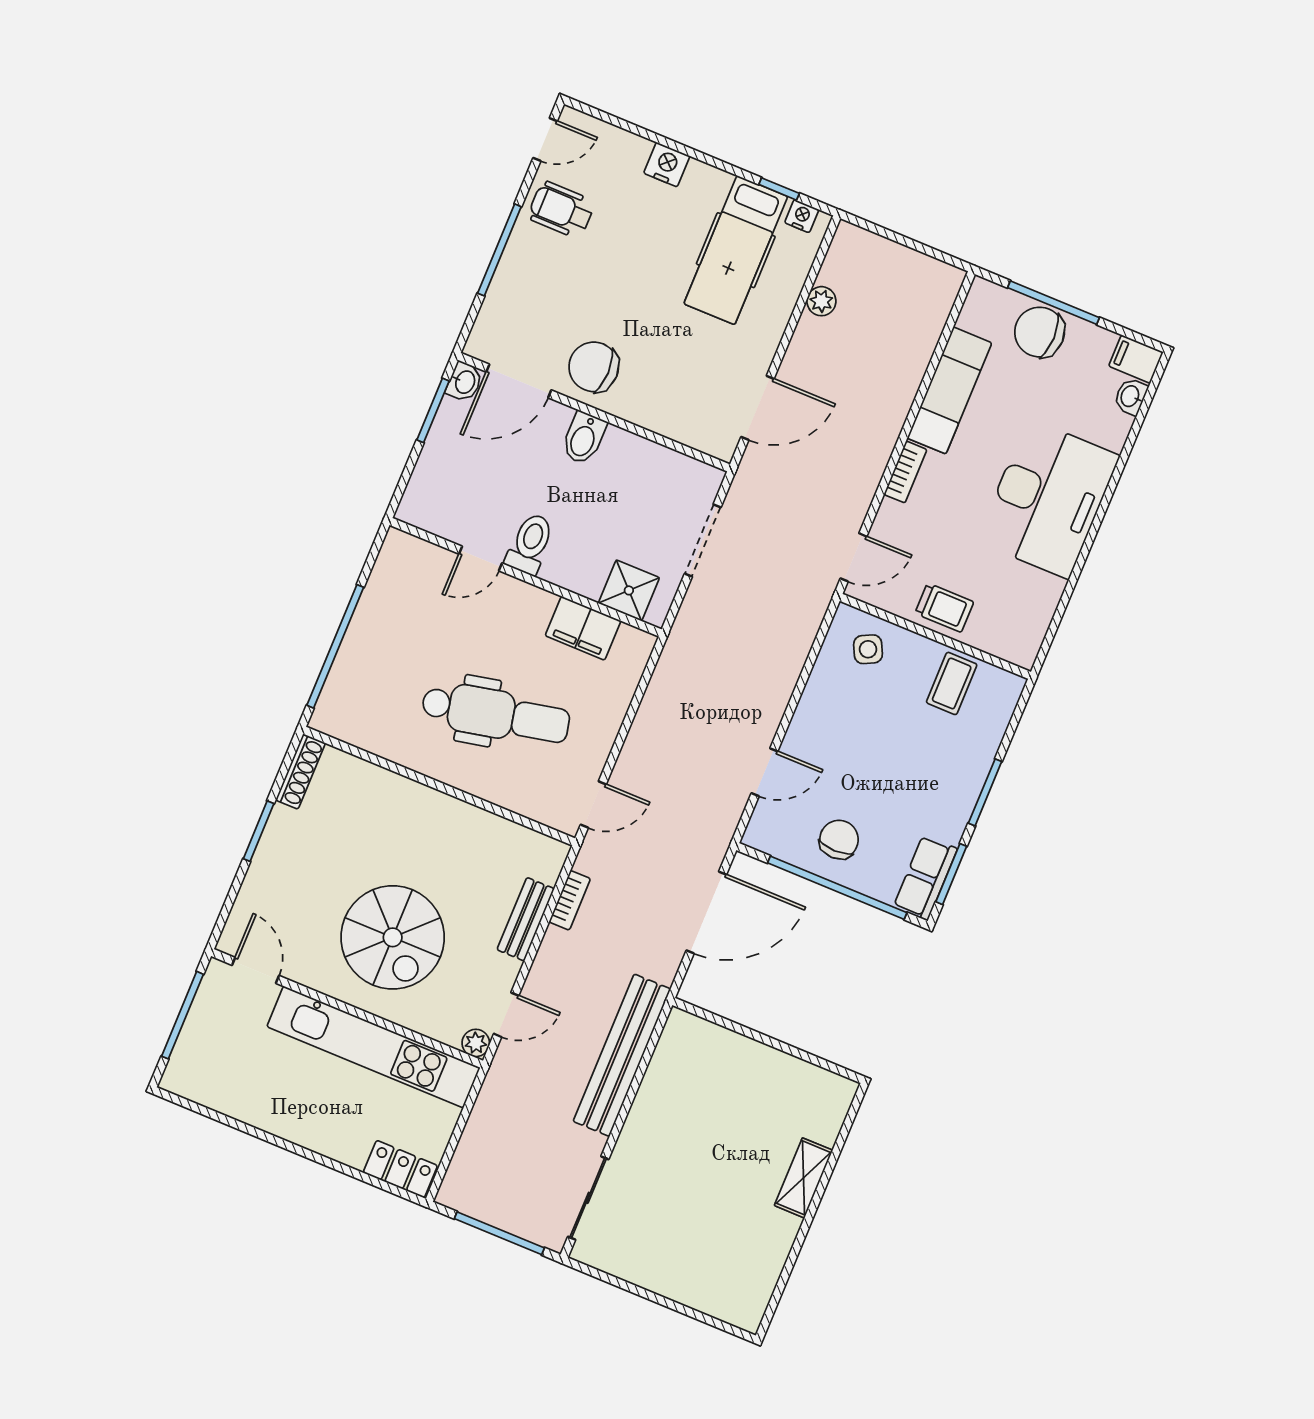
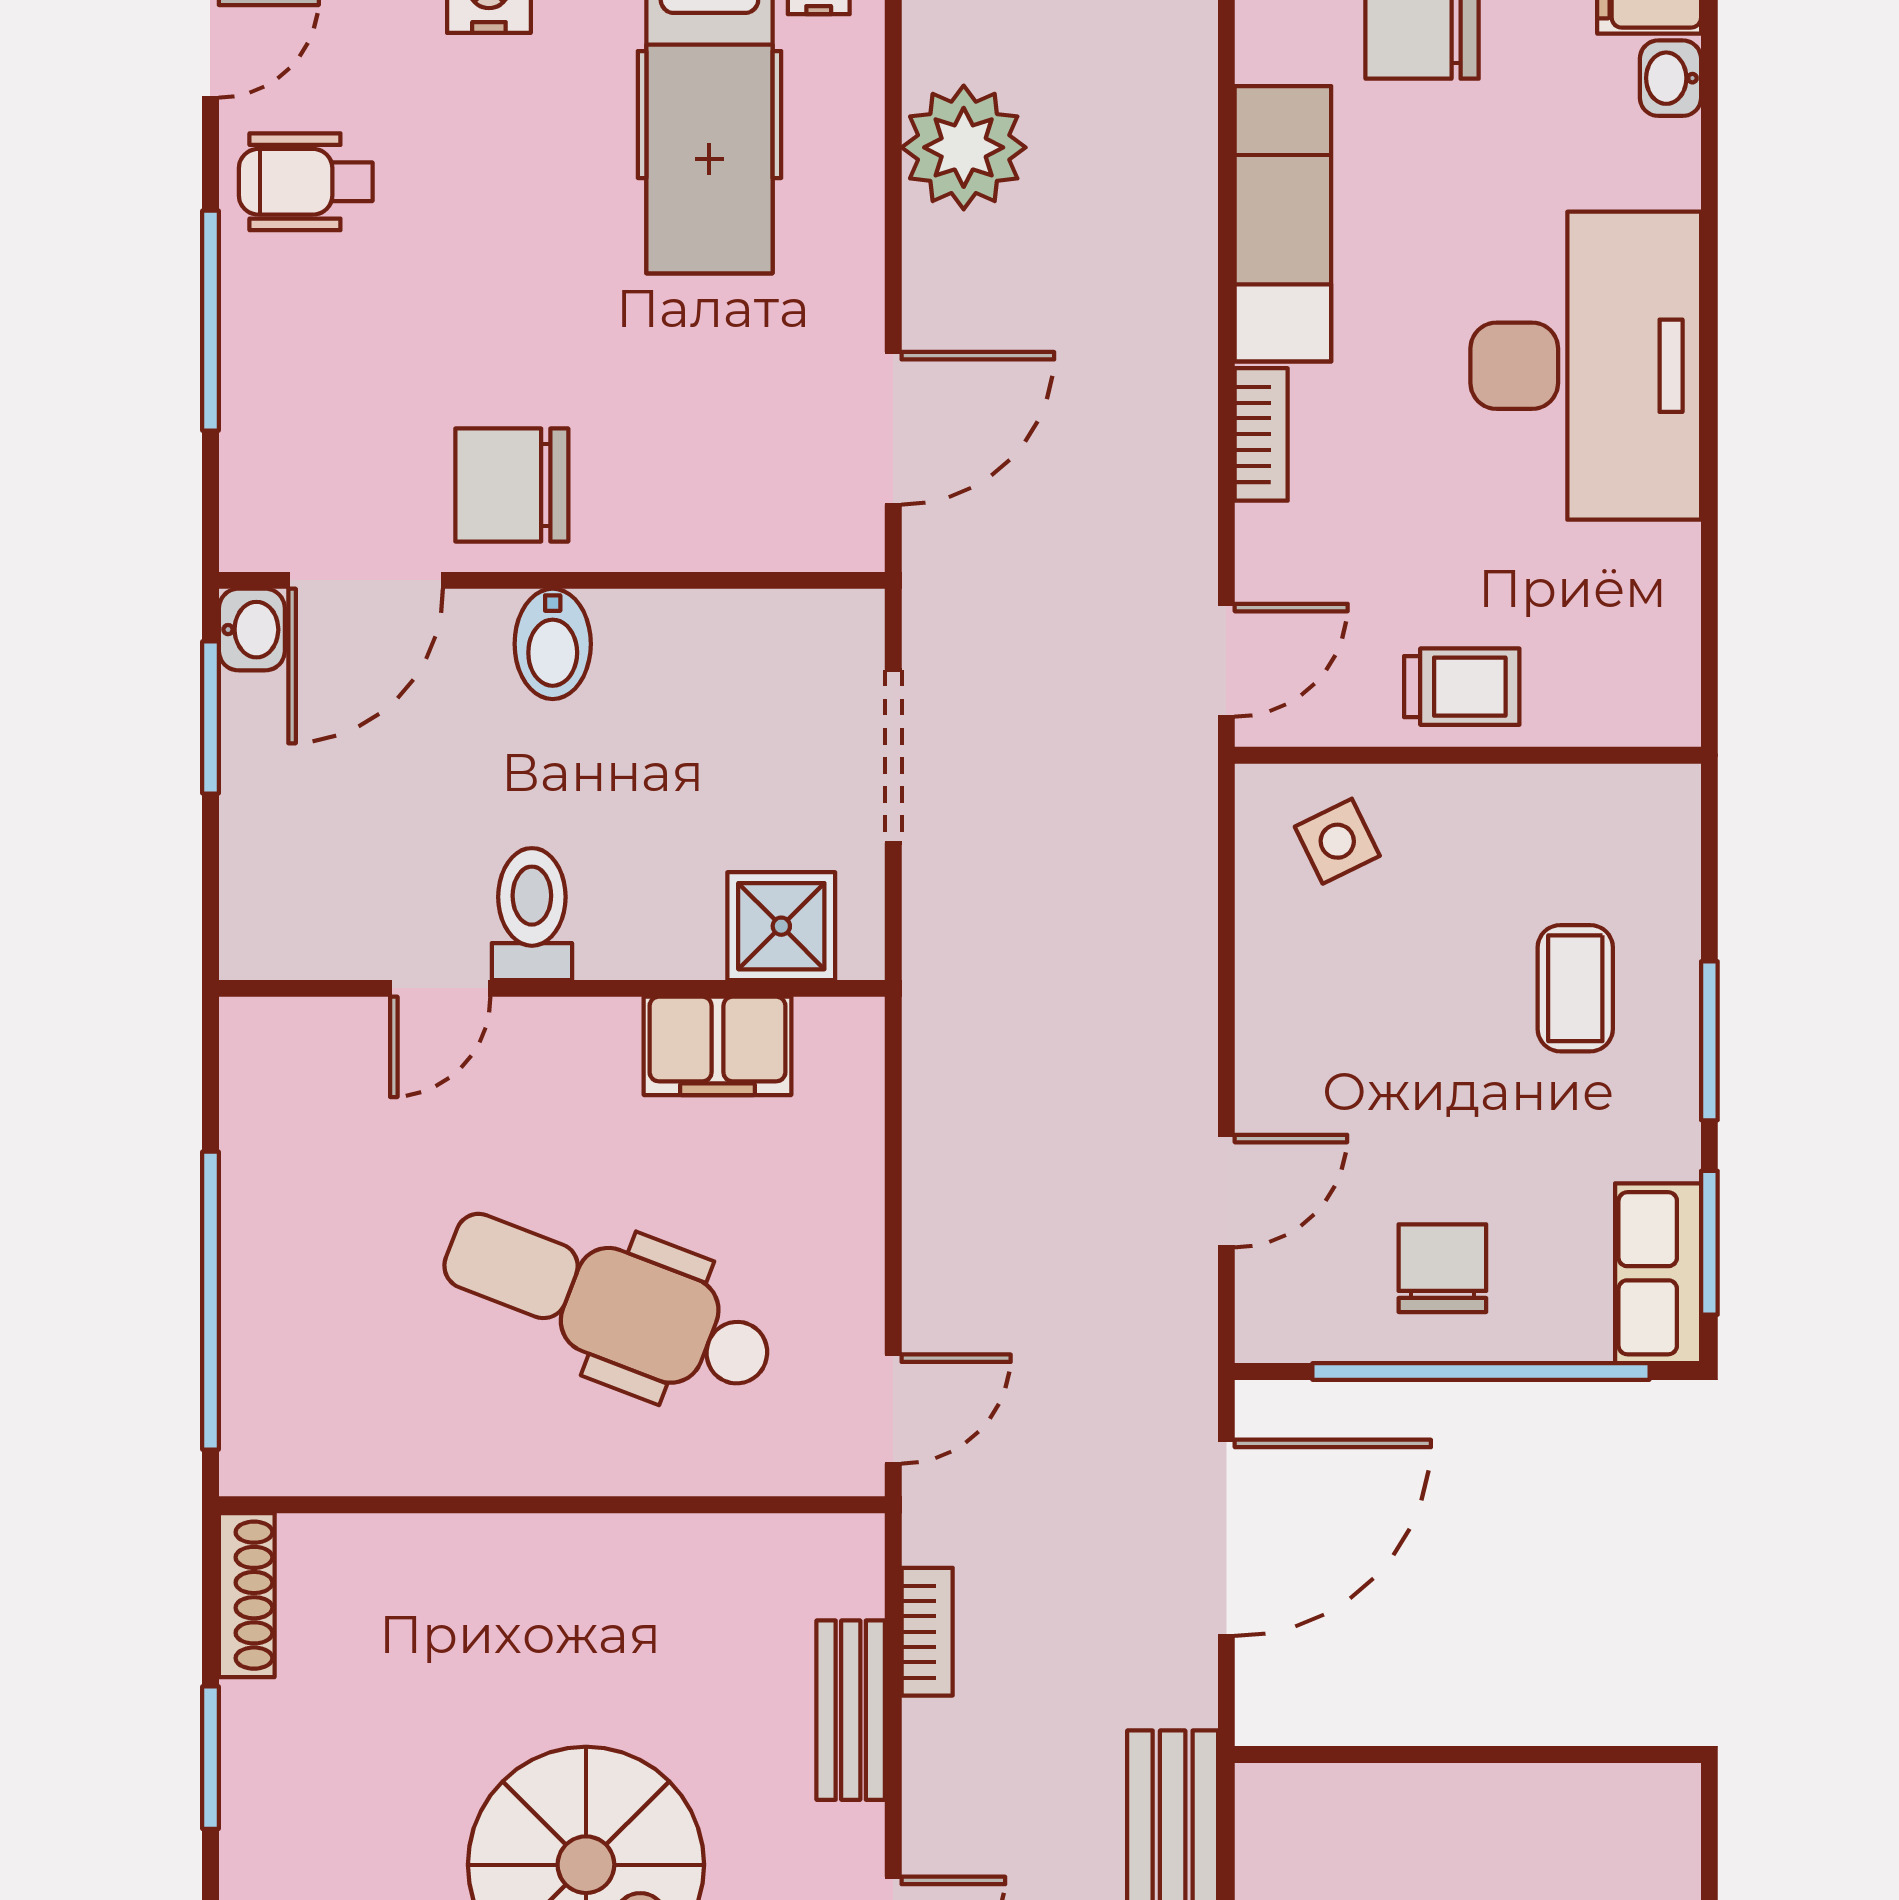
plant: (821, 301) -> (964, 147), width x1.87, depth x1.87
coffee table: (952, 683) -> (1575, 988), moved
dental chair: (496, 714) -> (608, 1303), turned -147

